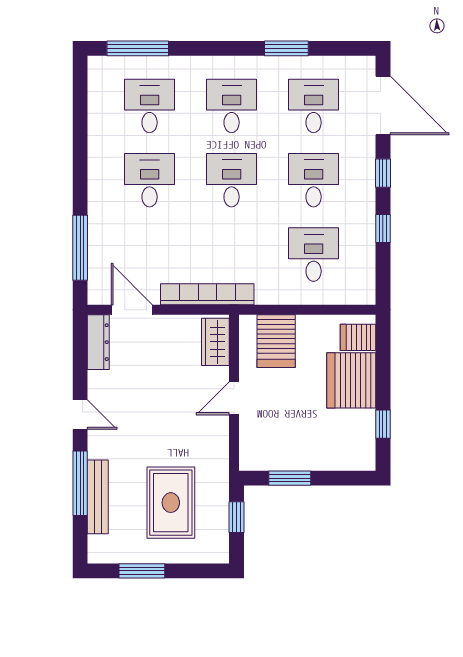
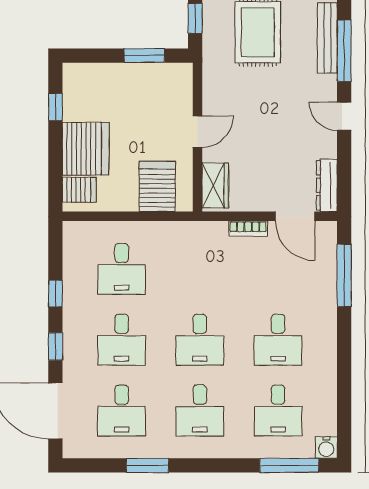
water cooler: (99, 67) -> (326, 448), added
bookcase: (207, 294) -> (248, 229), width x0.43, depth x0.76

